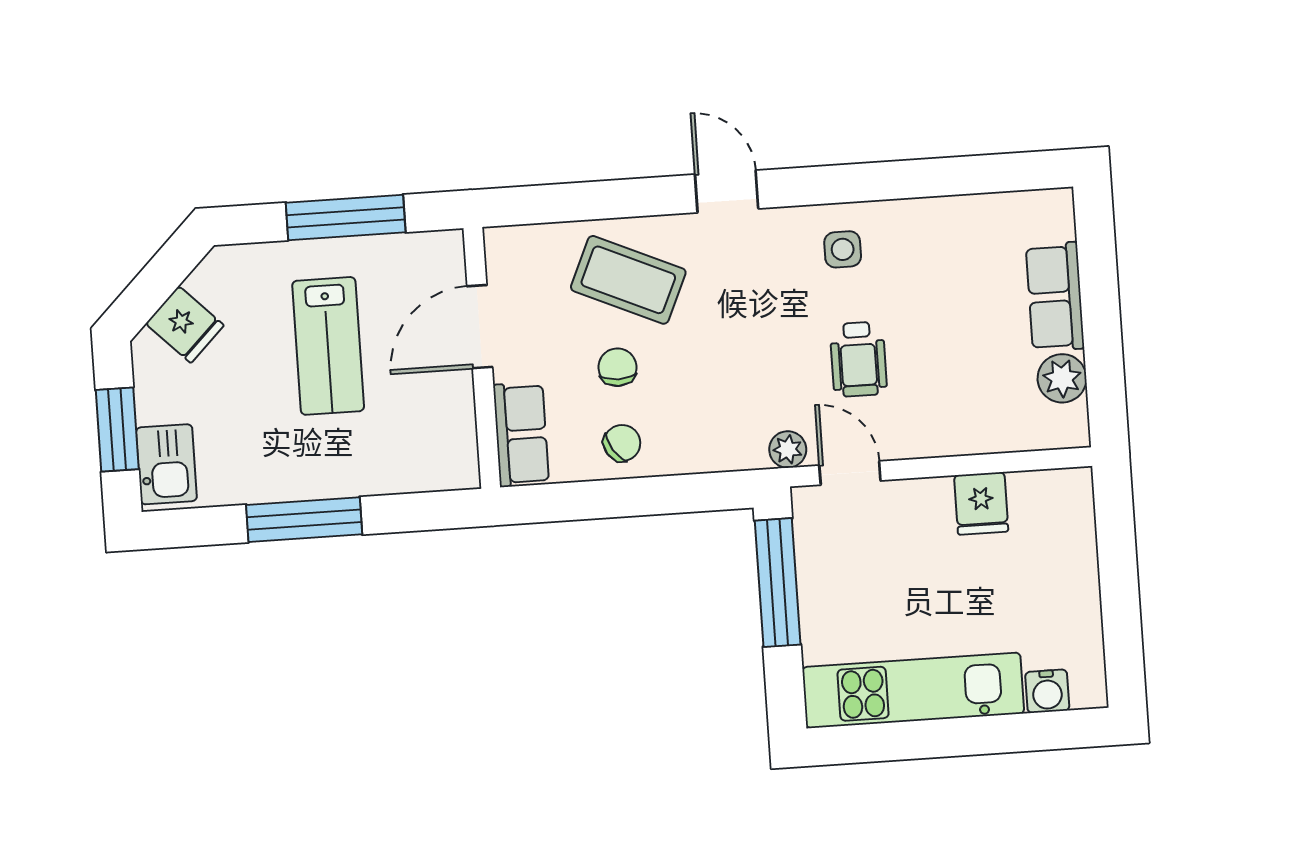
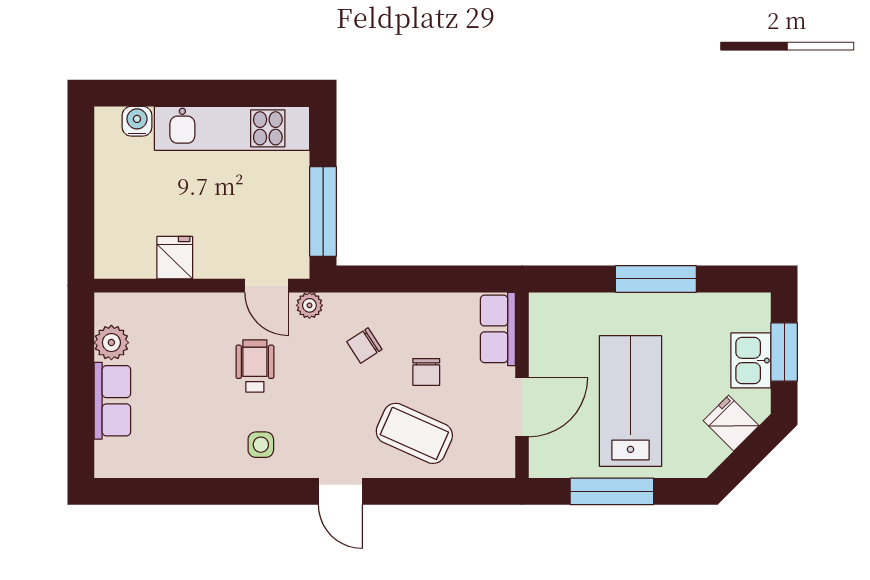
lab bench: (328, 346) -> (630, 401), width x1.36, depth x1.39
chair: (622, 443) -> (364, 345), moved
kitchen sink: (166, 464) -> (751, 360), moved

